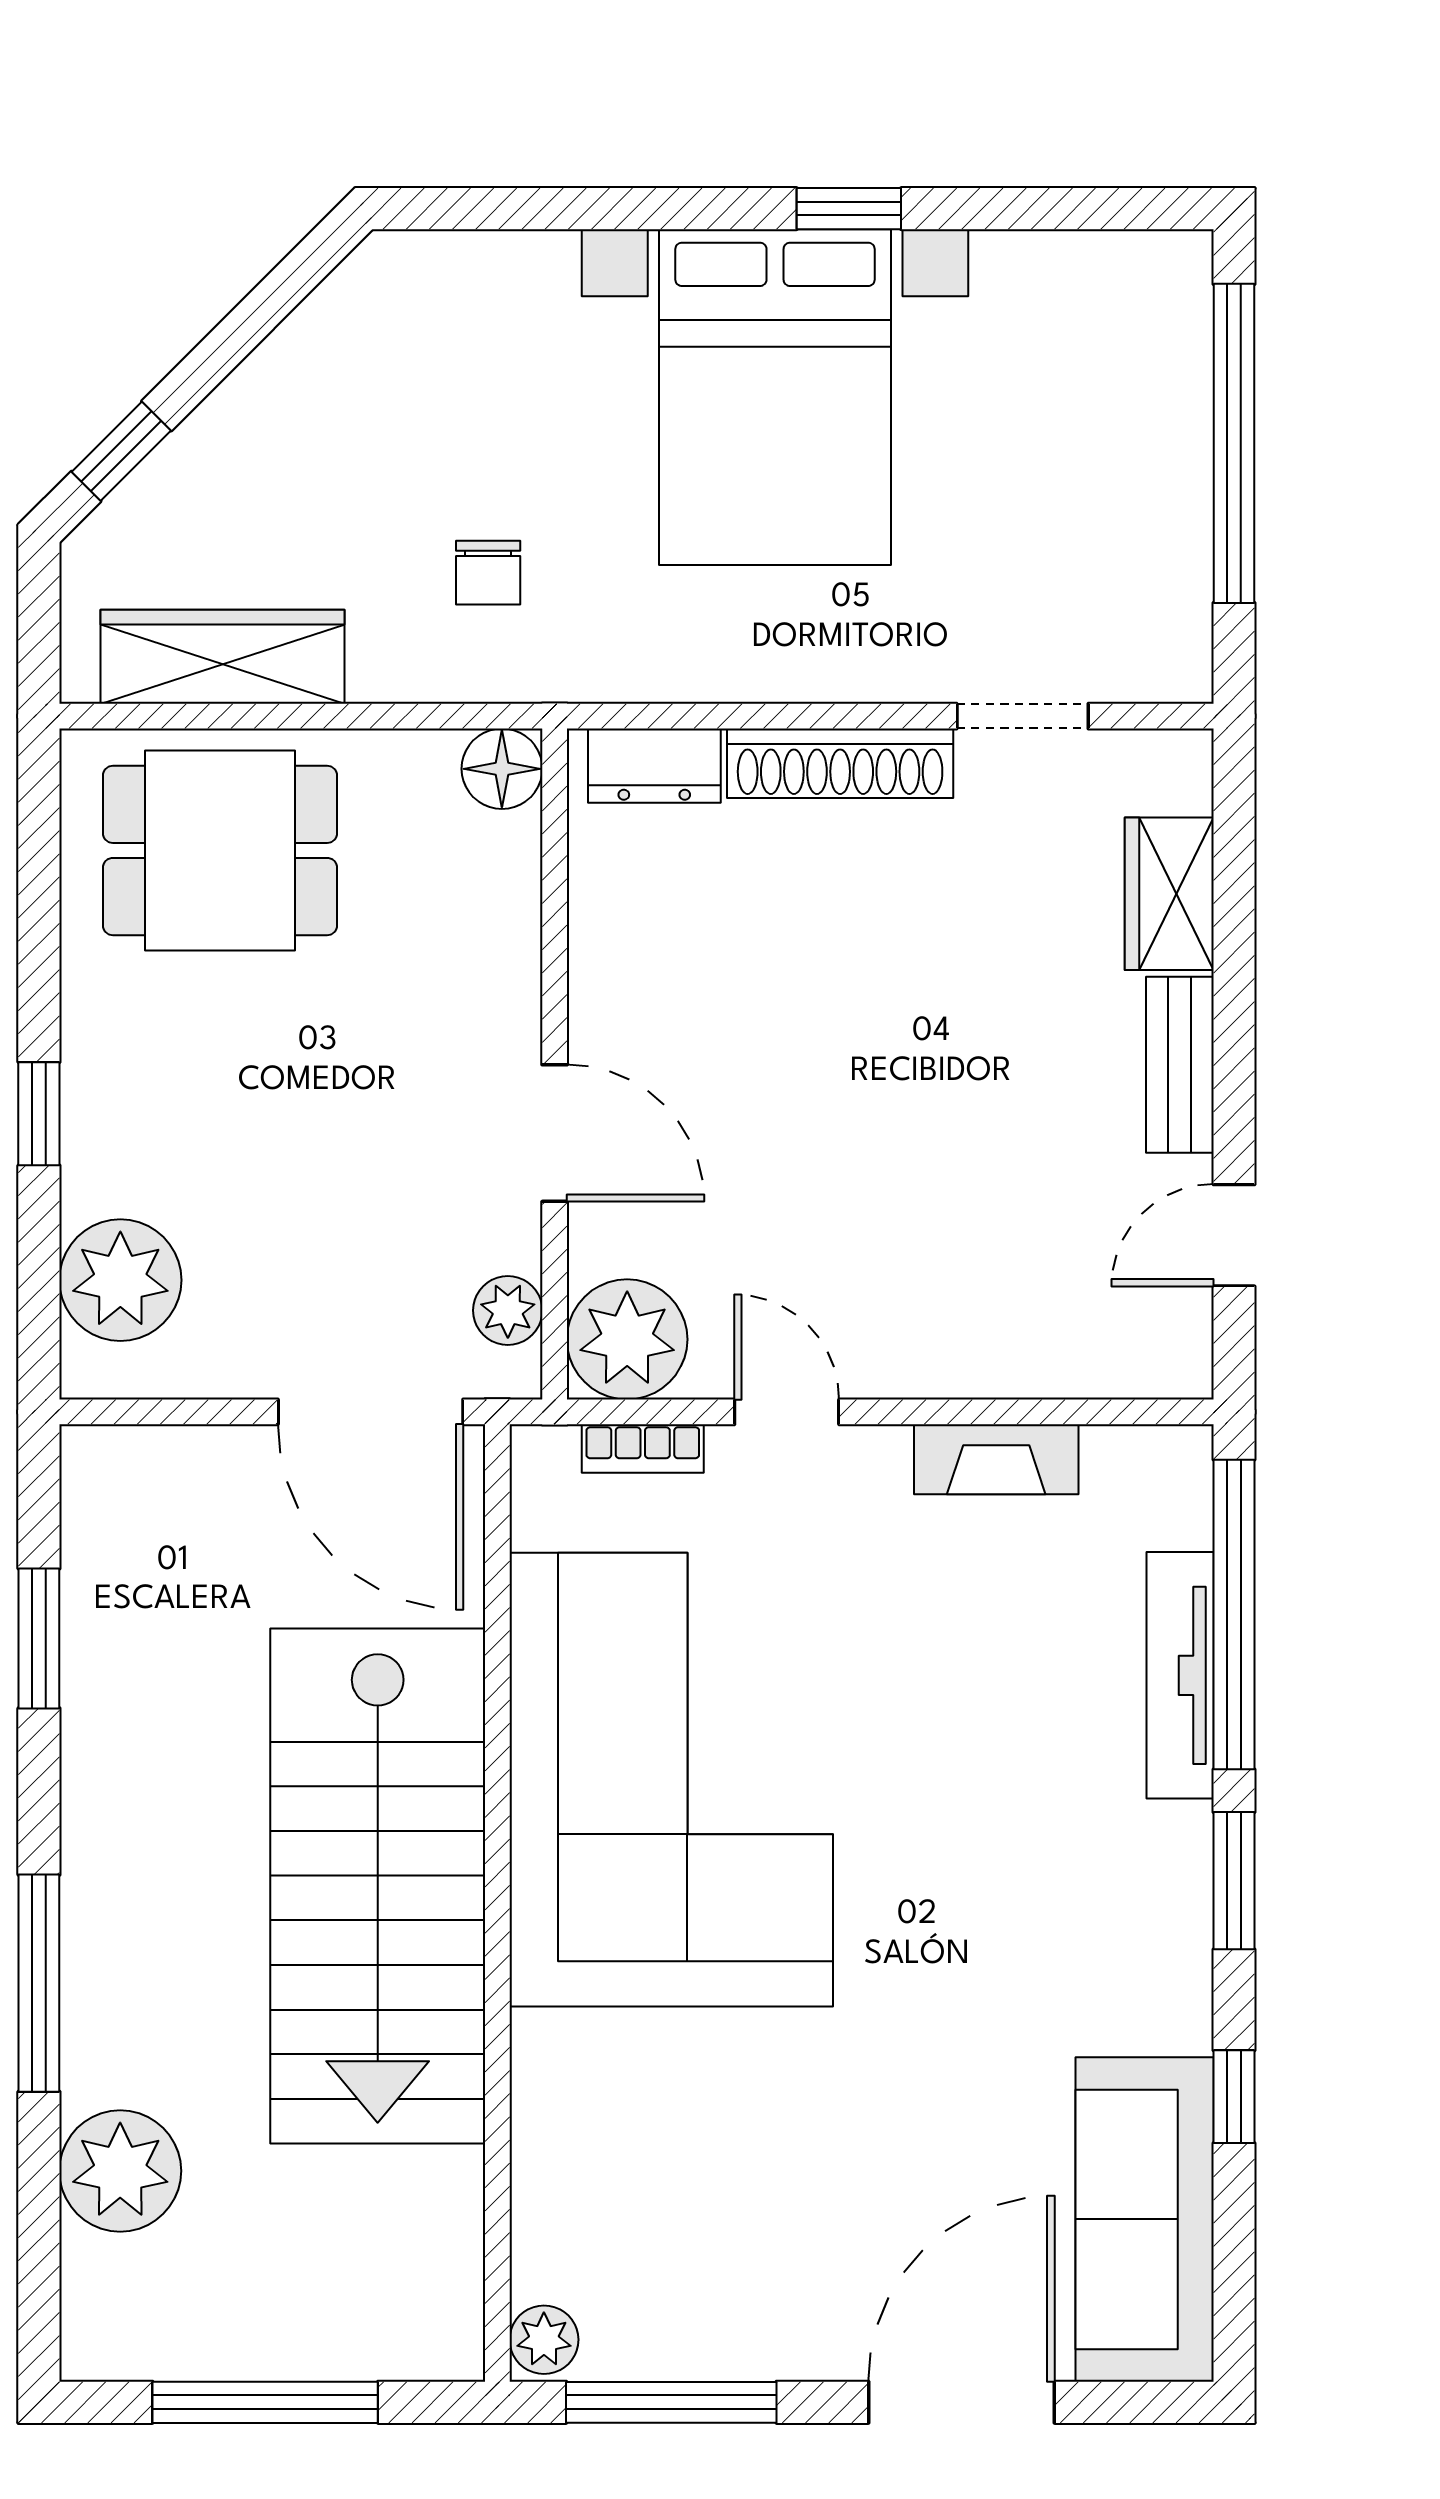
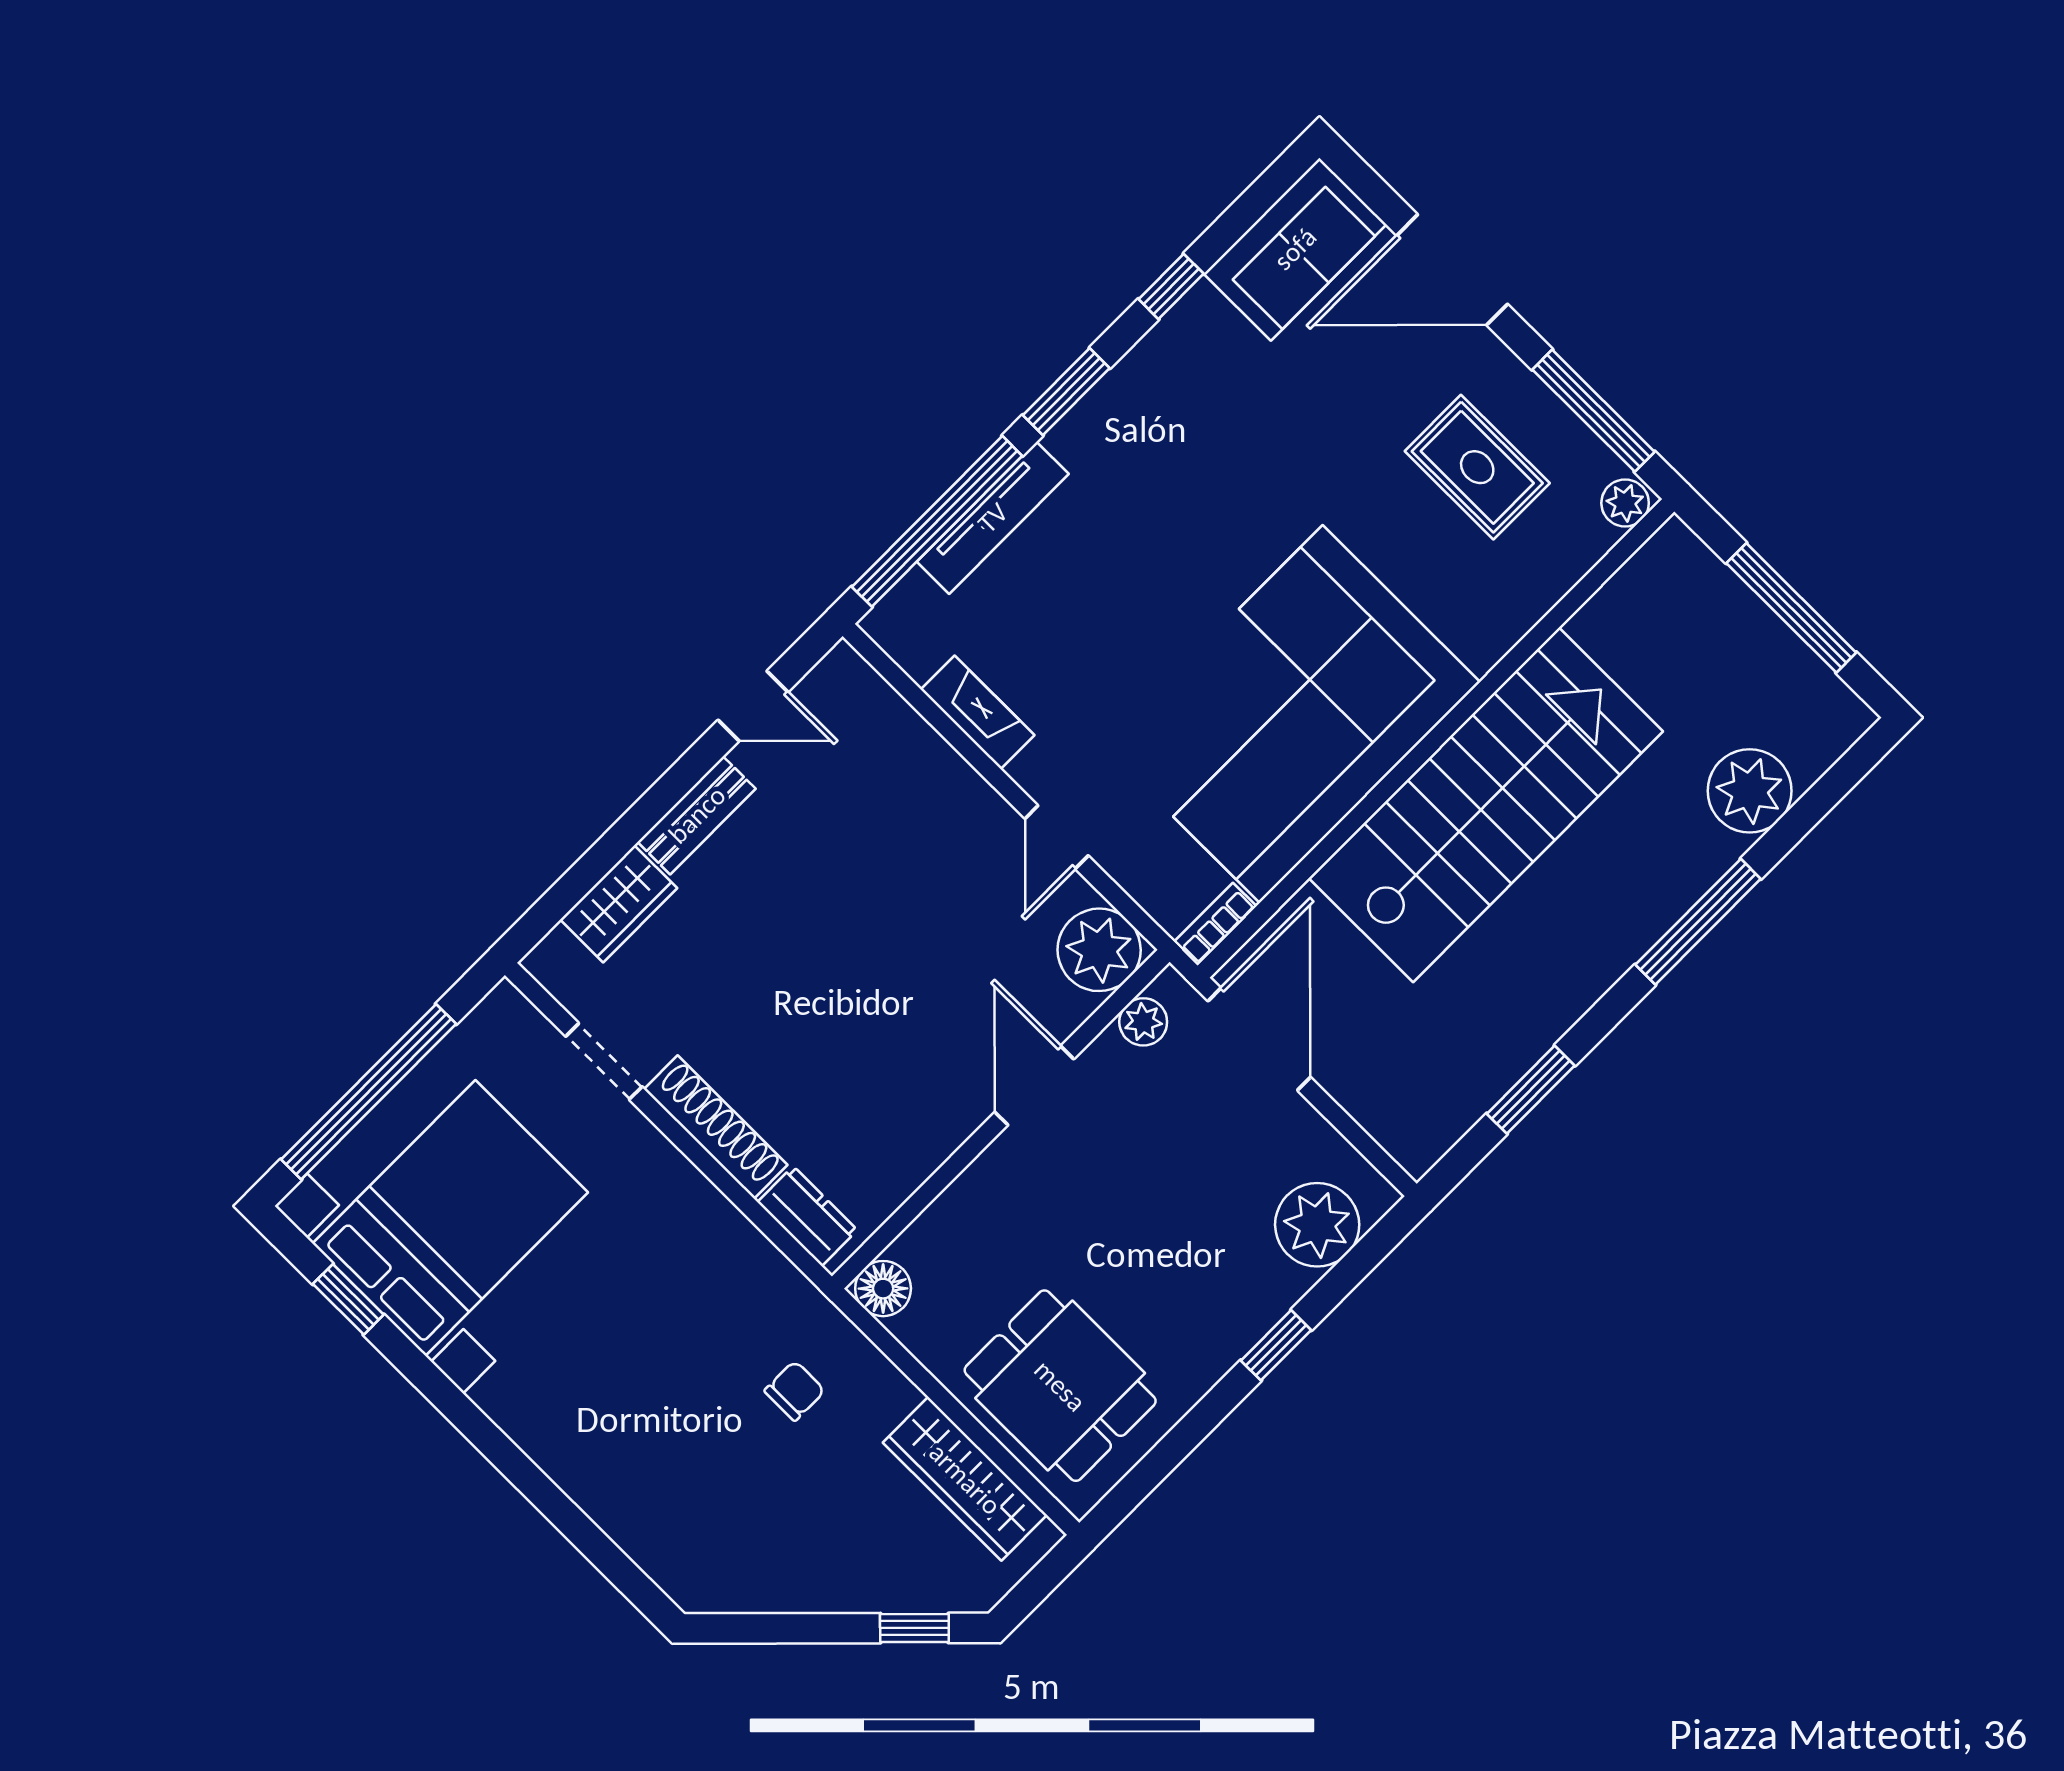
window: (849, 209) -> (348, 1299), moved
bed with nightstands: (775, 397) -> (450, 1218), moved
bookcase: (643, 1449) -> (1215, 924), moved, turned -90
sofa: (1145, 2219) -> (1295, 249), width x0.73
rug: (733, 2225) -> (1477, 467), added

